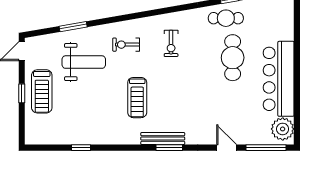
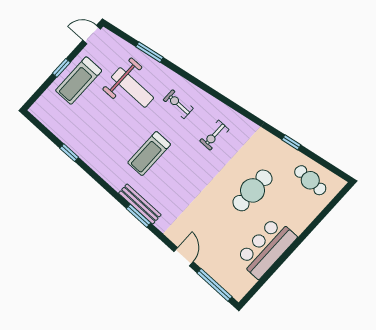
cafe table: (226, 18) -> (310, 180), moved
bar counter: (279, 79) -> (266, 248), width x0.73
plant: (283, 129) -> (241, 282), removed

